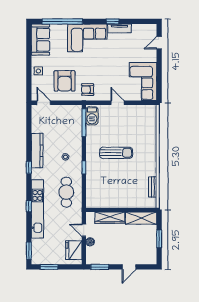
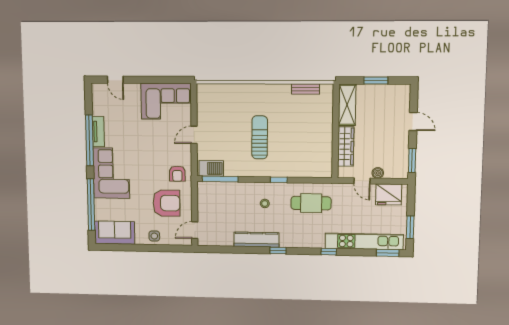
window: (113, 21) -> (89, 140), width x3.17
kitchen unit: (37, 209) -> (364, 241), moved
door: (84, 230) -> (362, 181), hinge flipped

